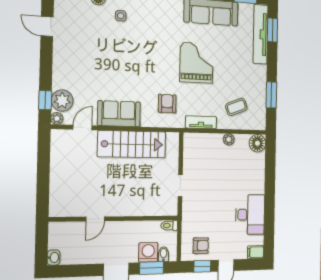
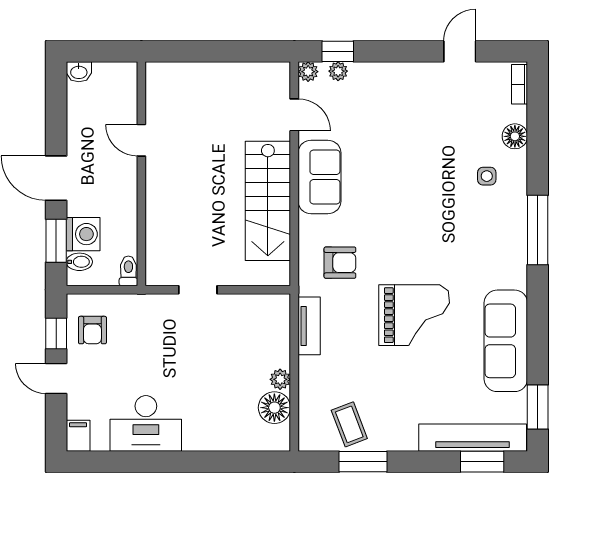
plant: (62, 101) -> (338, 71), width x0.53, depth x0.53
coffee table: (236, 107) -> (349, 424), moved
floor lamp: (257, 143) -> (274, 408), moved

